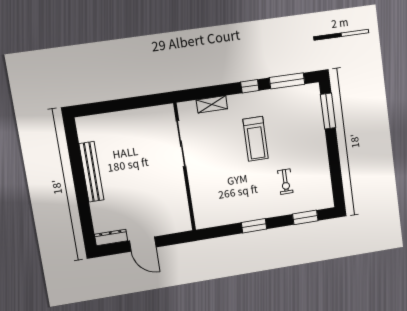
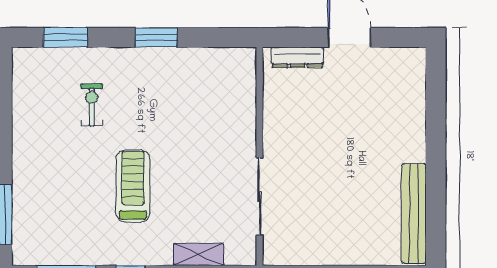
bench: (91, 172) -> (414, 214), moved
dresser: (111, 238) -> (297, 57), moved

